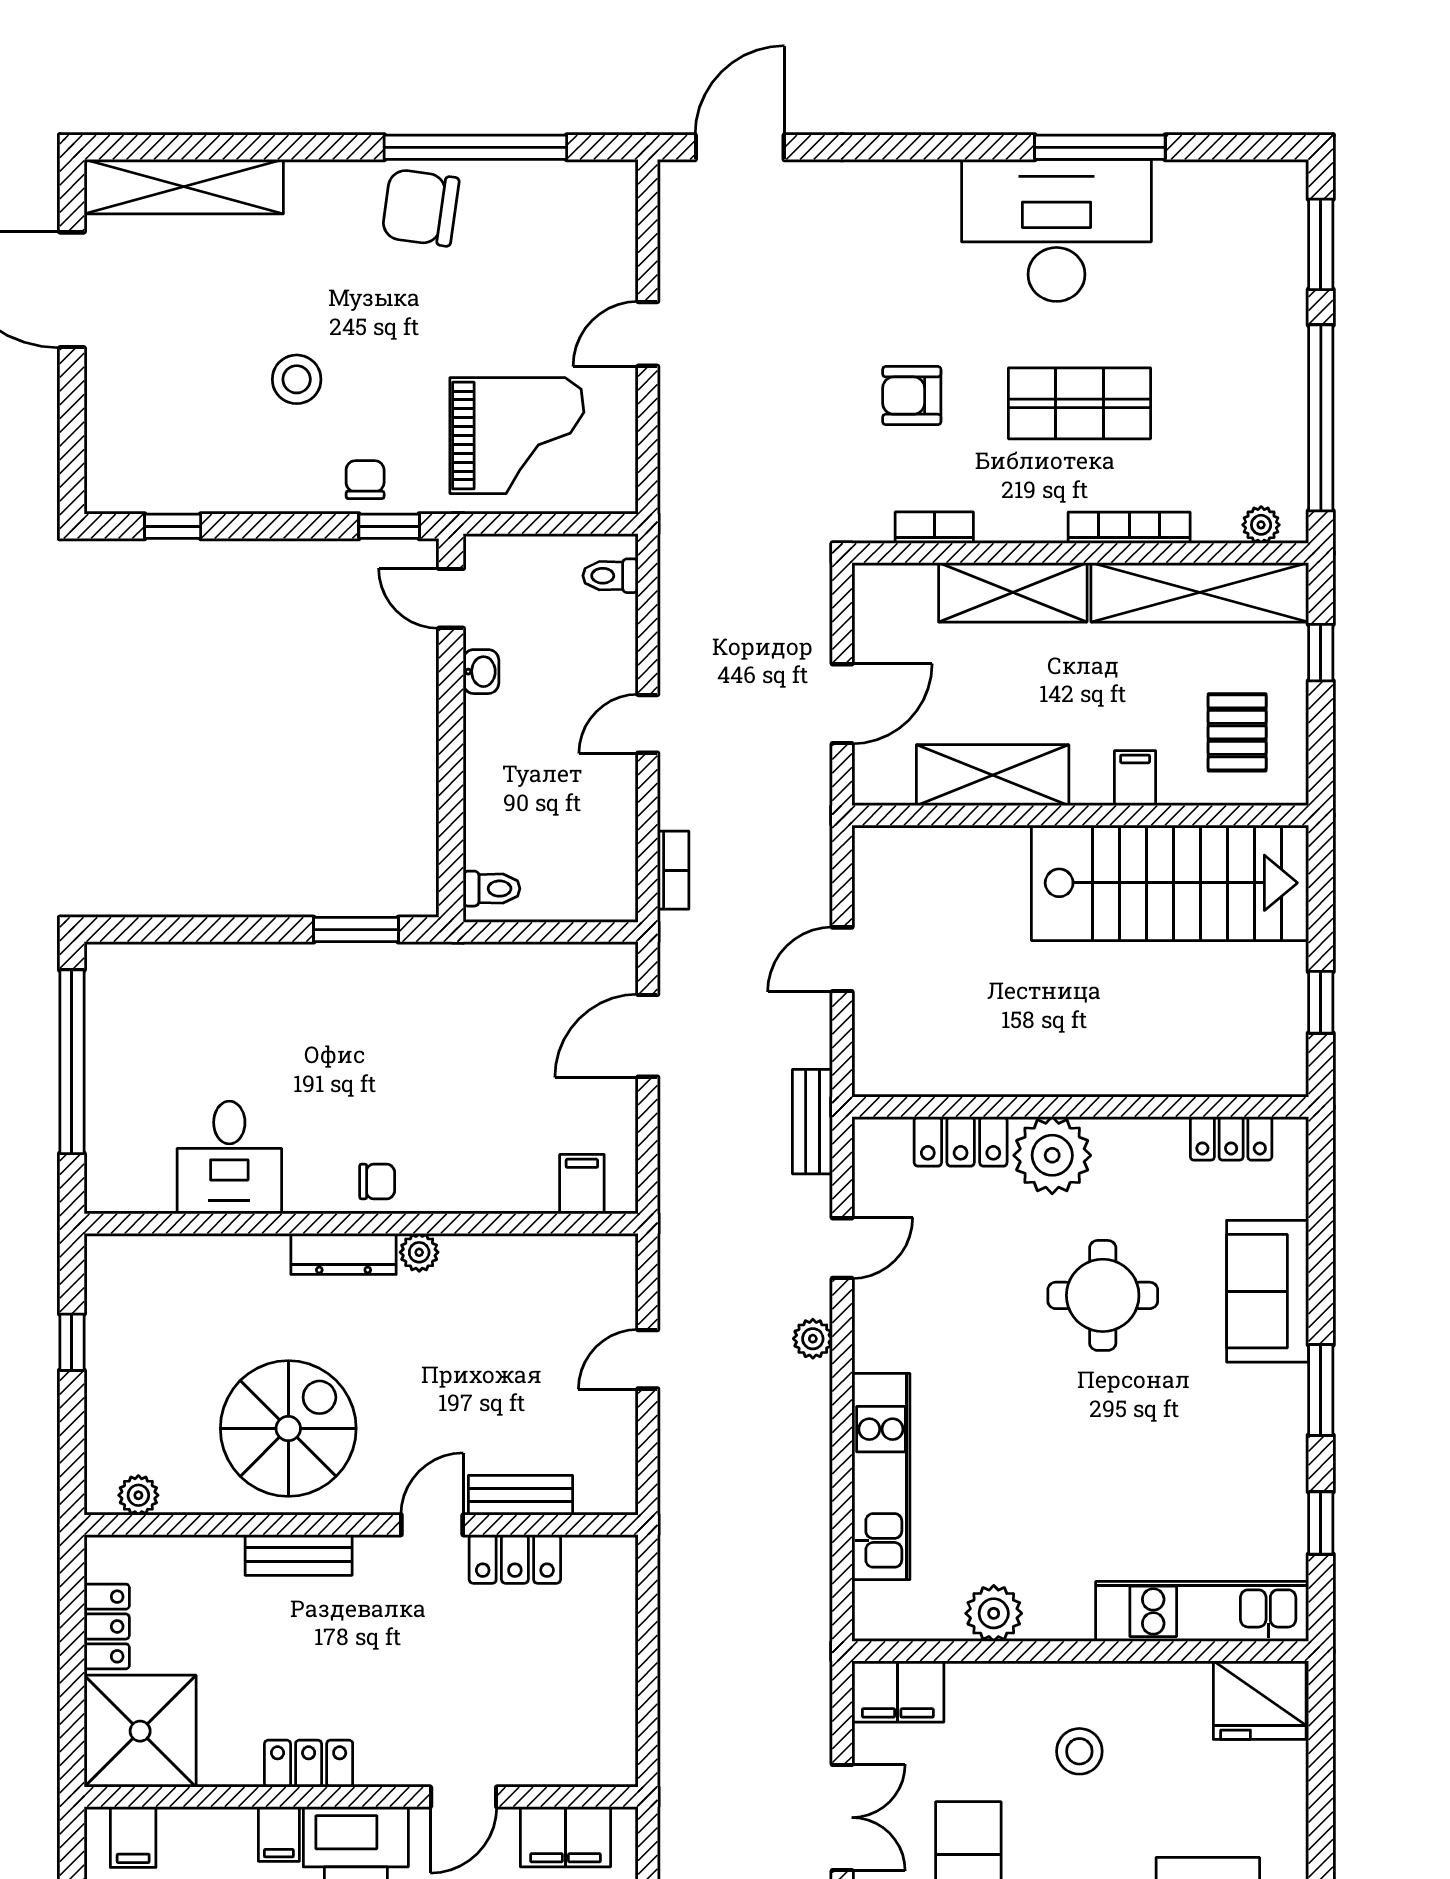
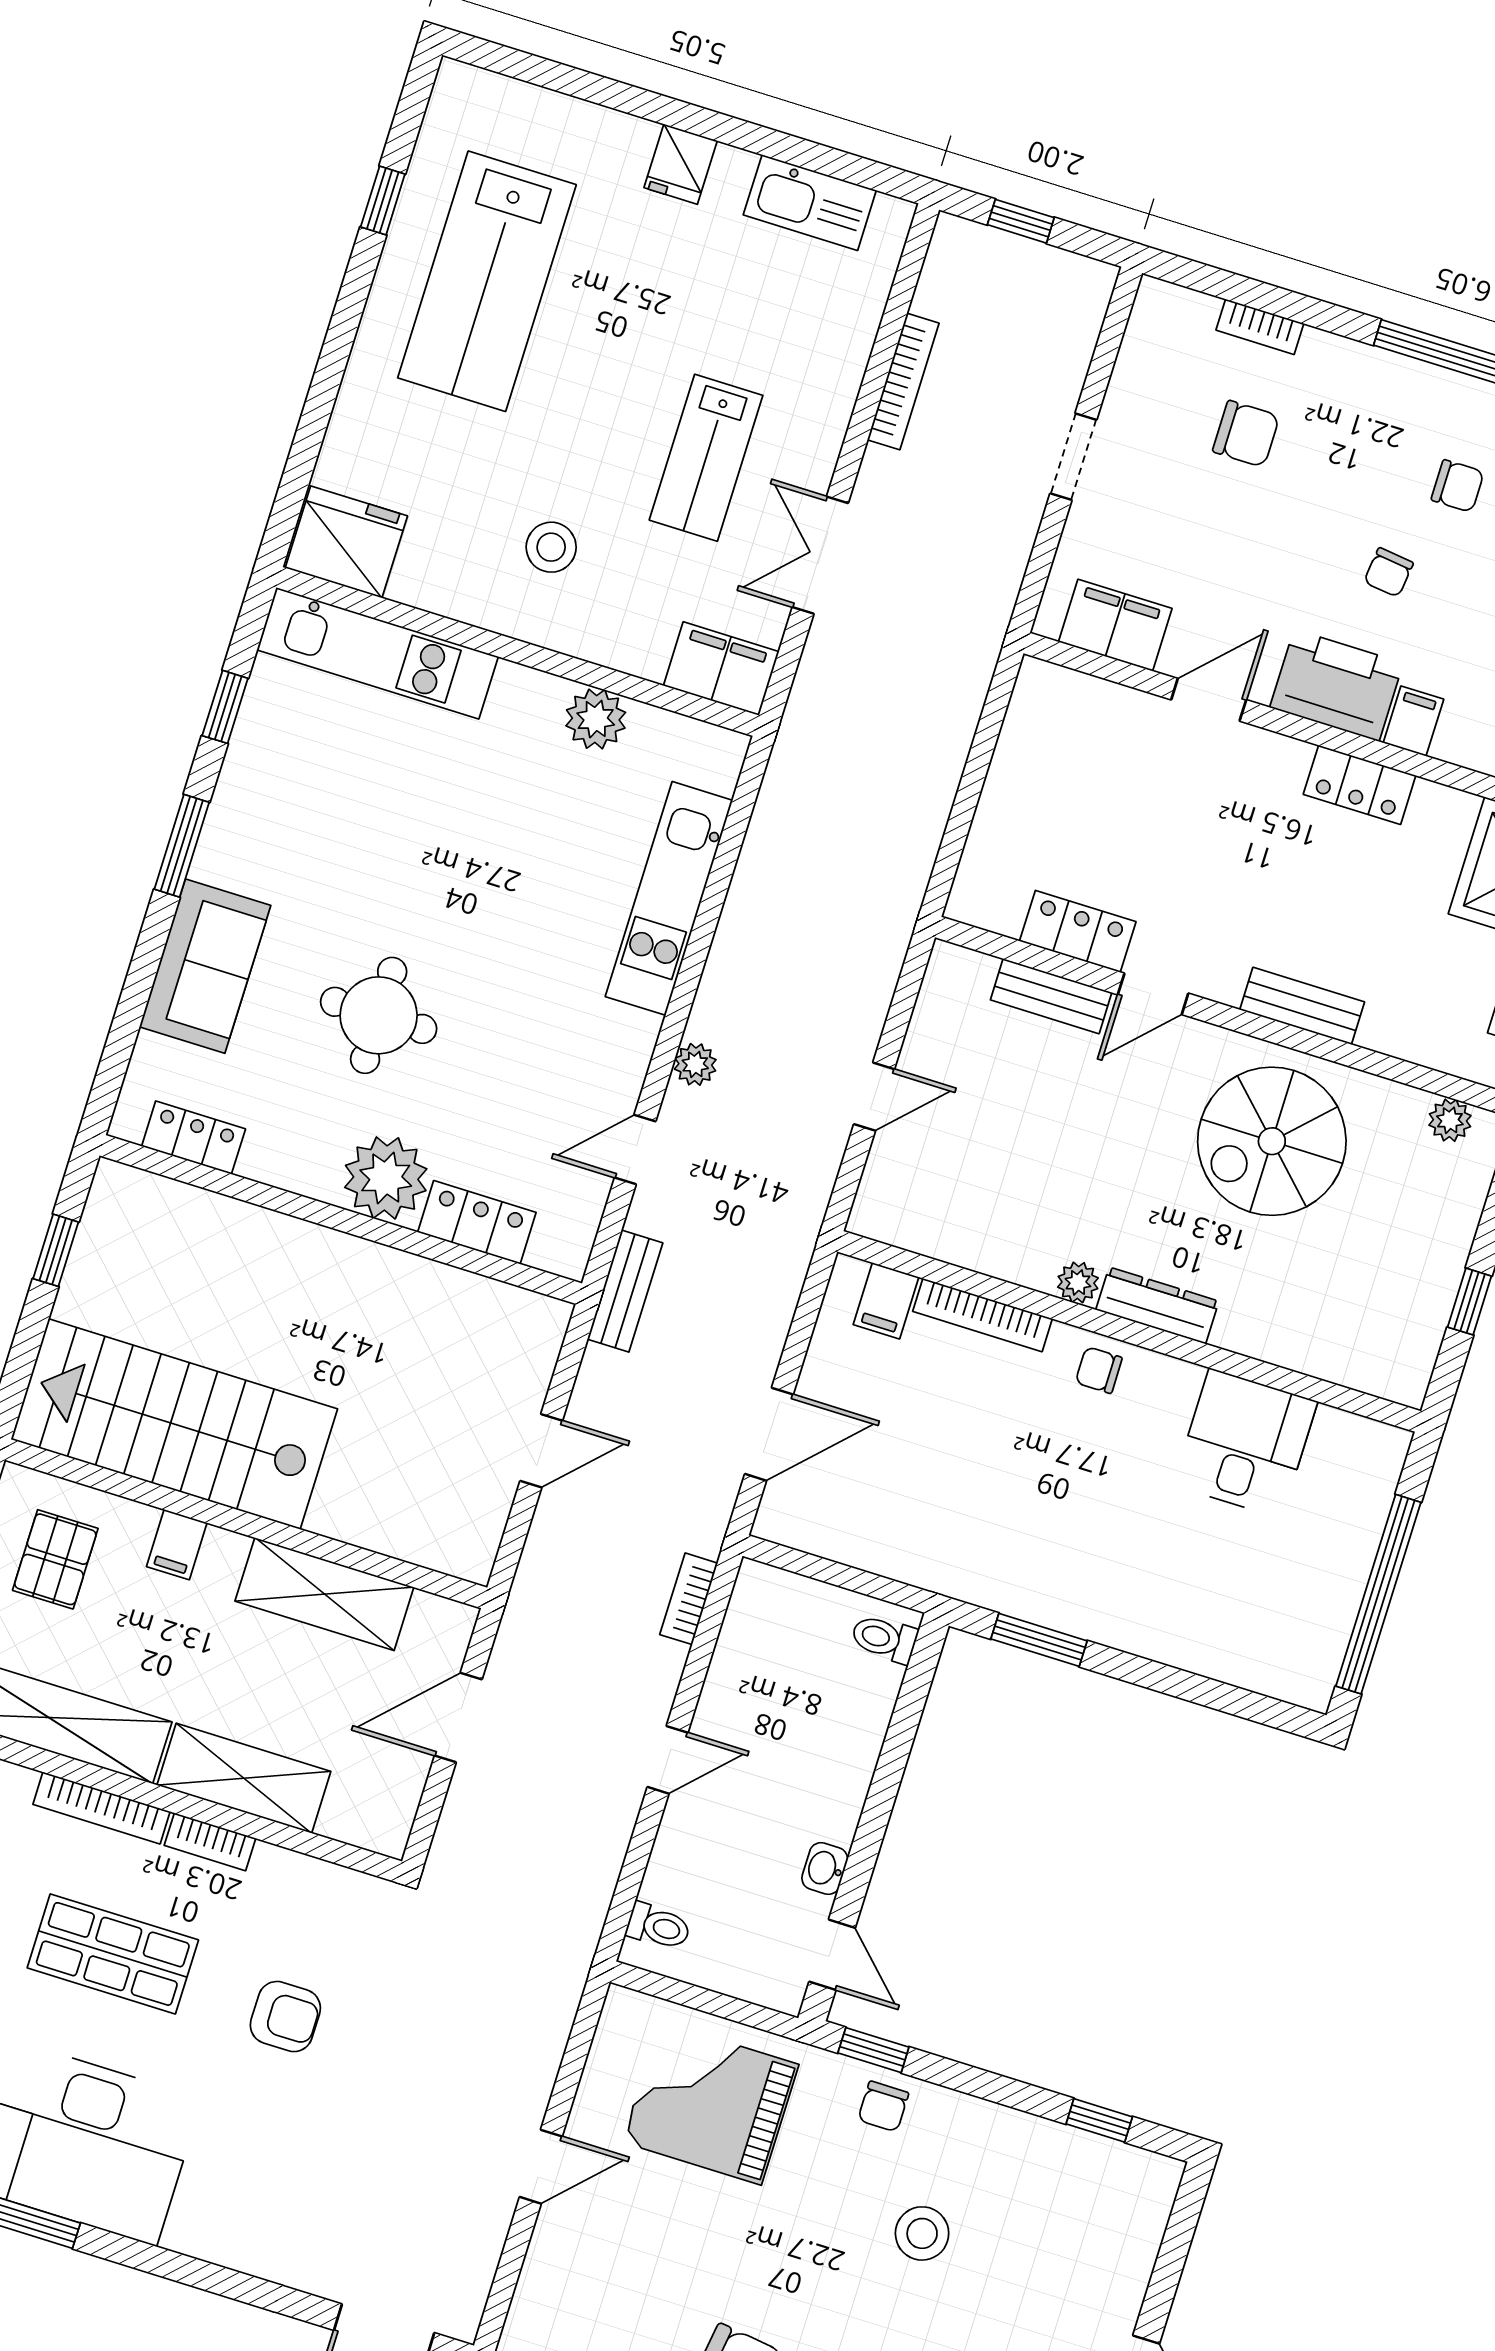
bookcase: (934, 528) -> (210, 1842), moved
bookcase: (494, 1198) -> (982, 1315), added

